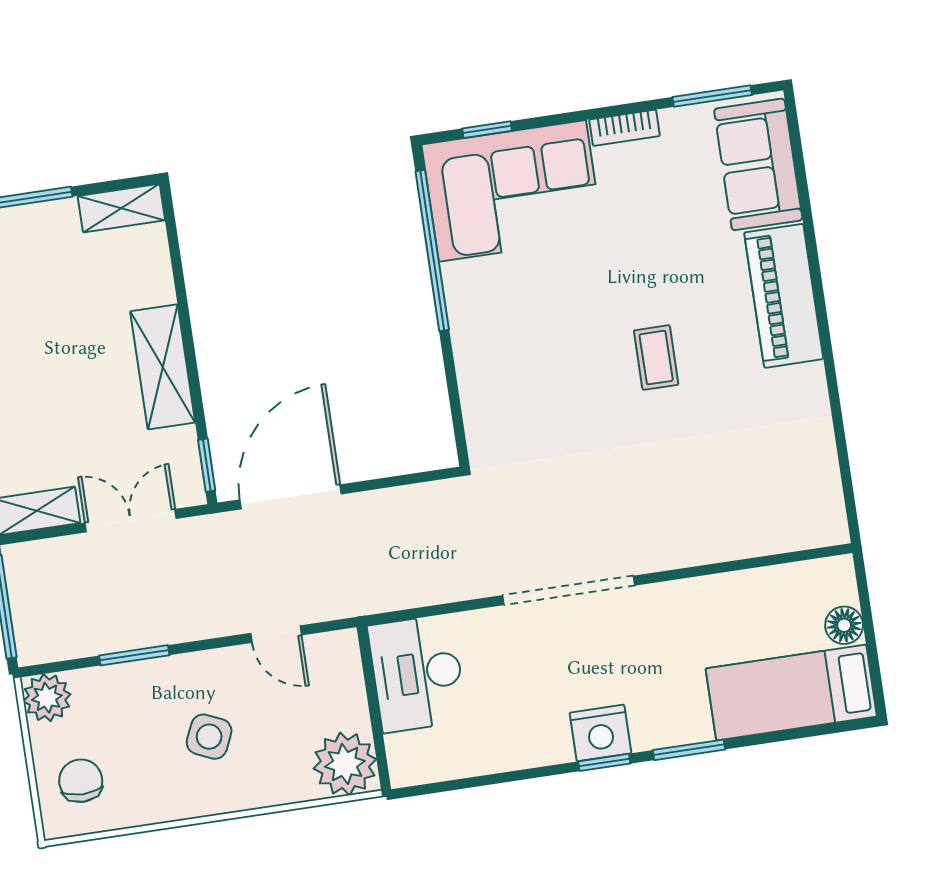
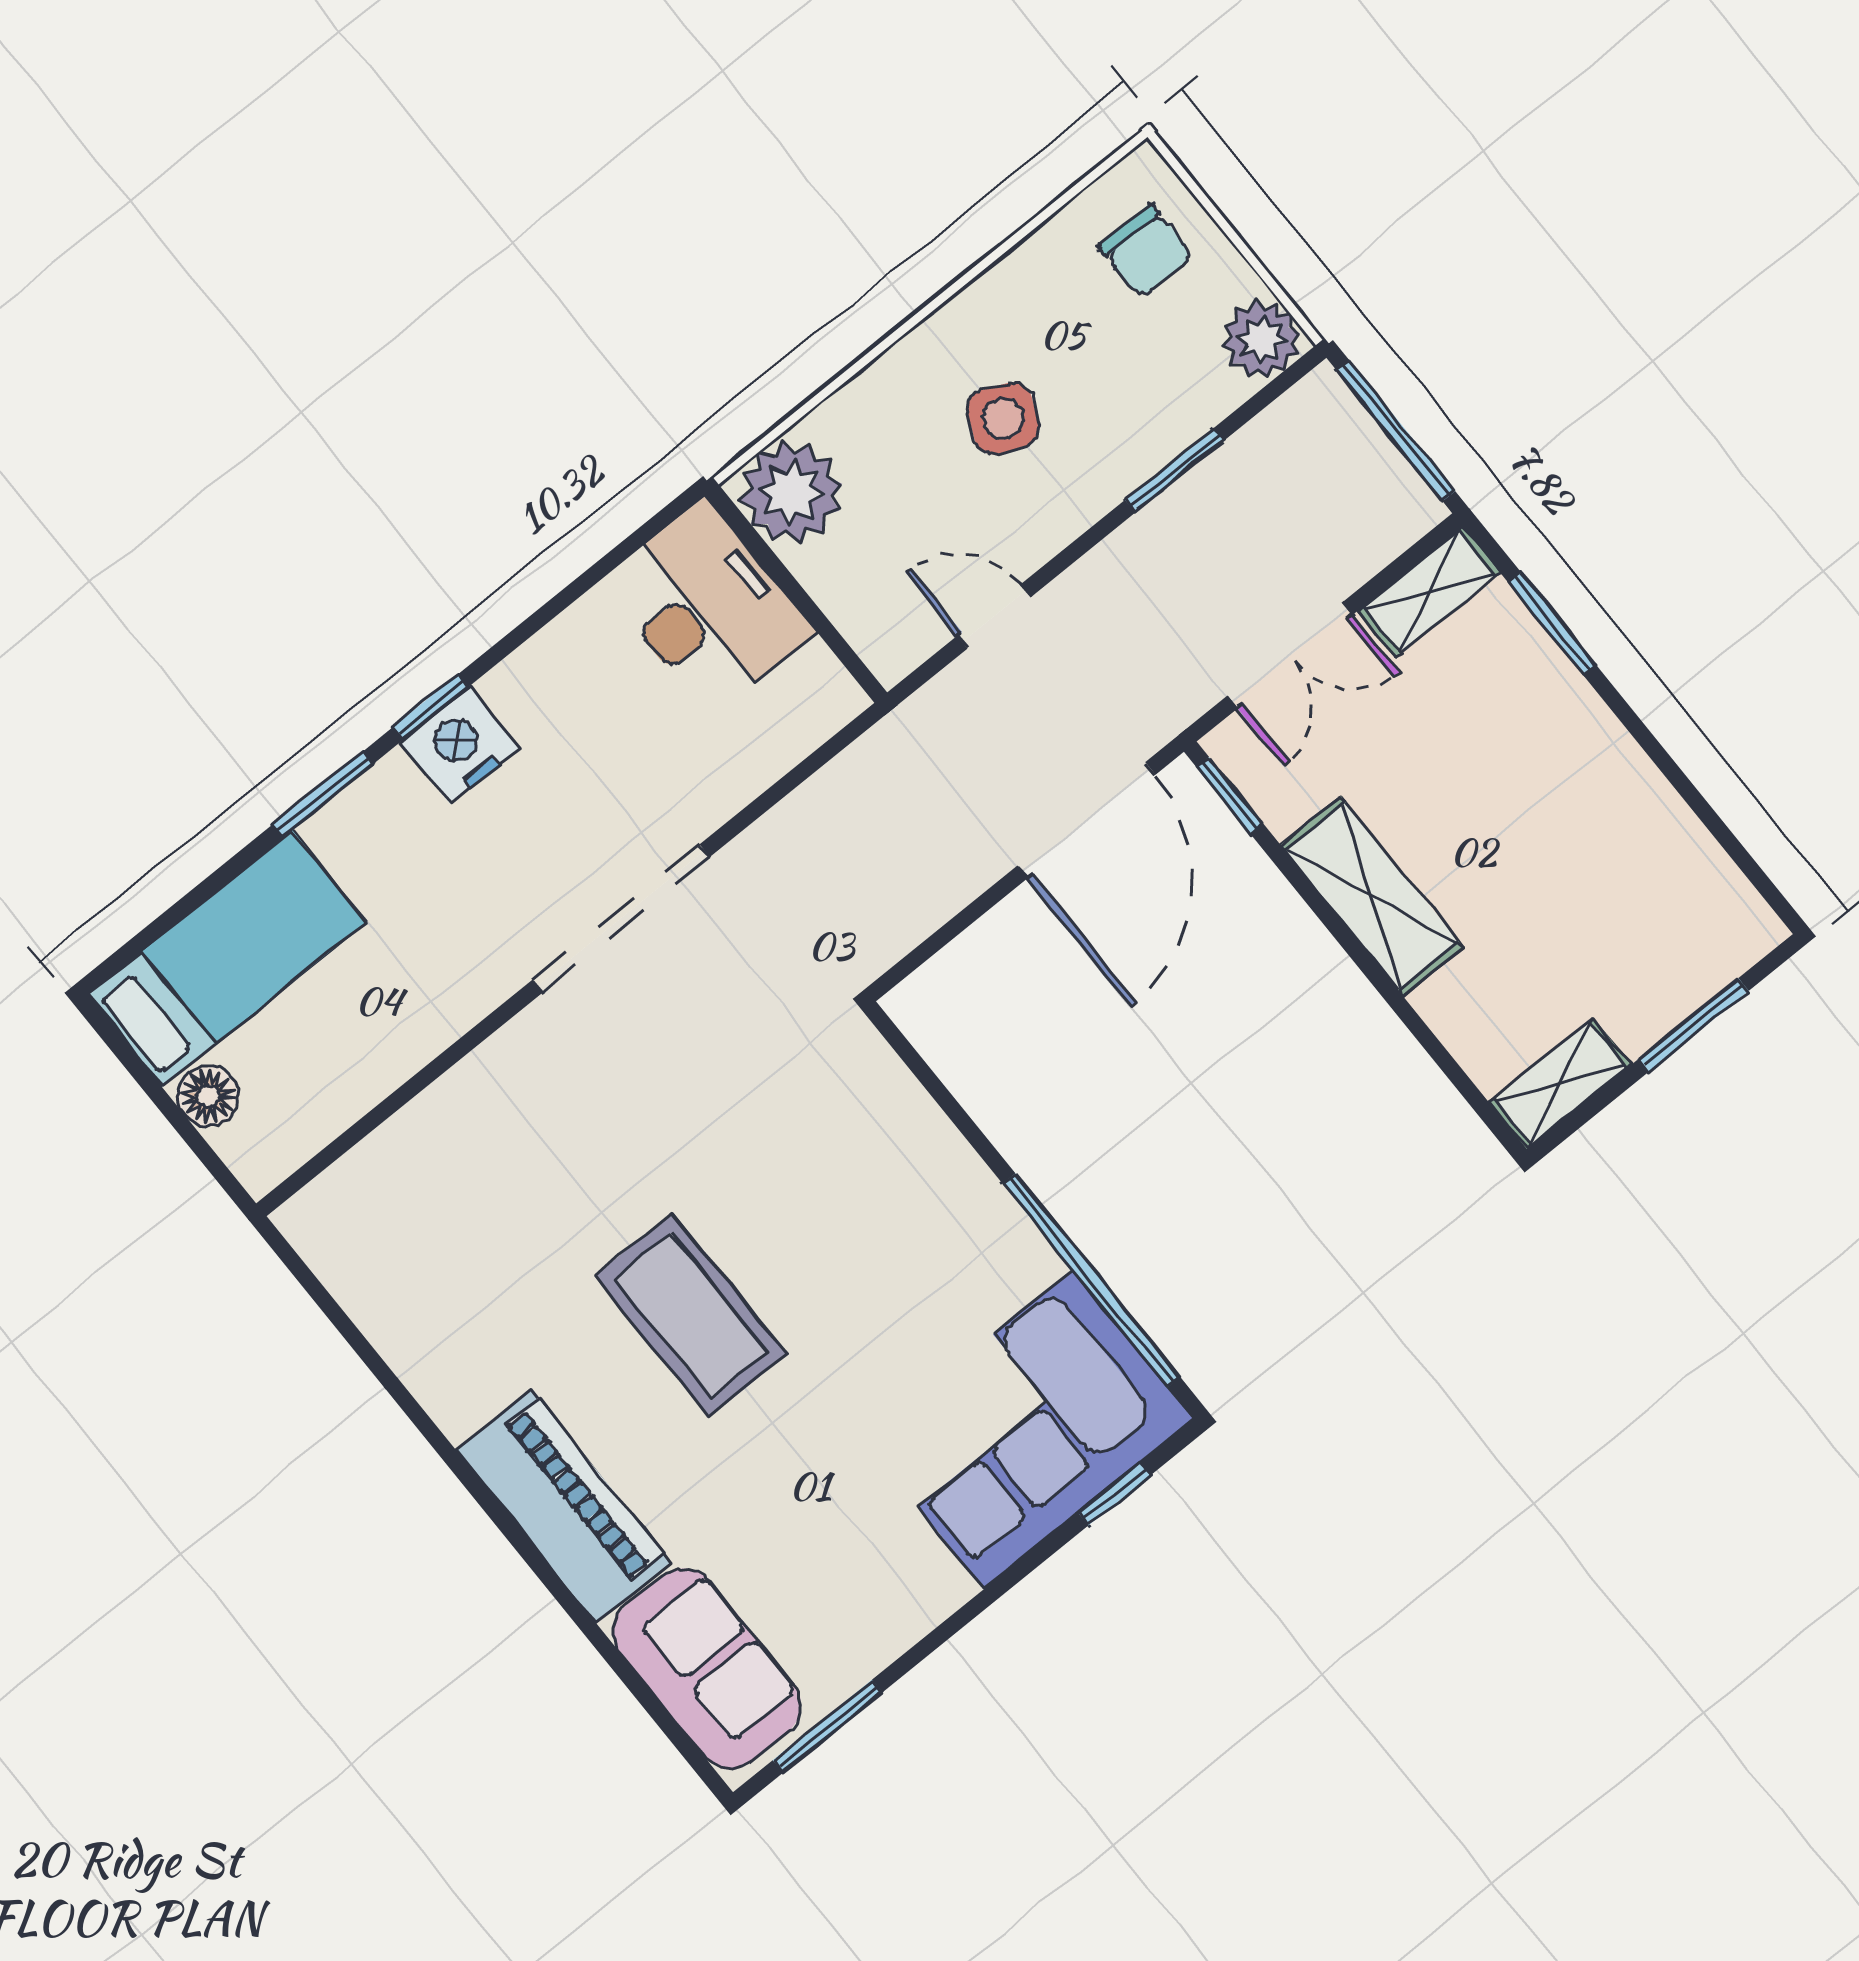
bookcase: (624, 128) -> (924, 1610), removed
coffee table: (656, 358) -> (691, 1315), width x1.86, depth x1.72
desk: (417, 673) -> (708, 607), moved

